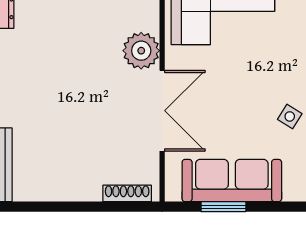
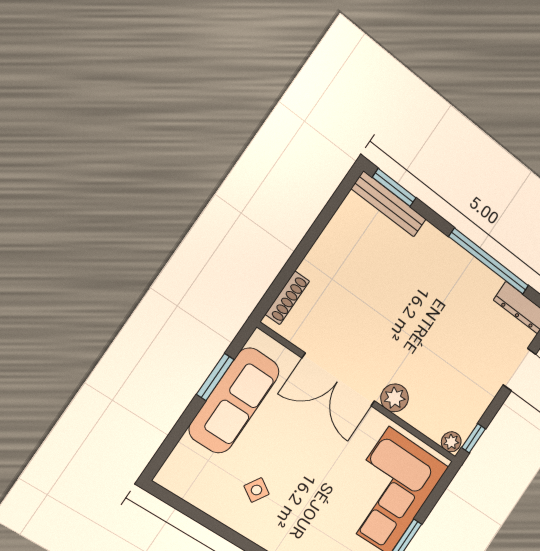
plant: (141, 51) -> (395, 398), width x0.73, depth x0.73

